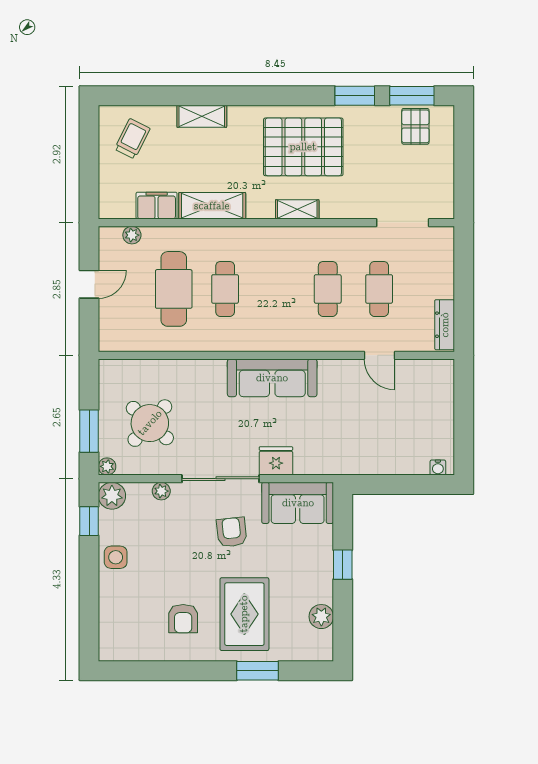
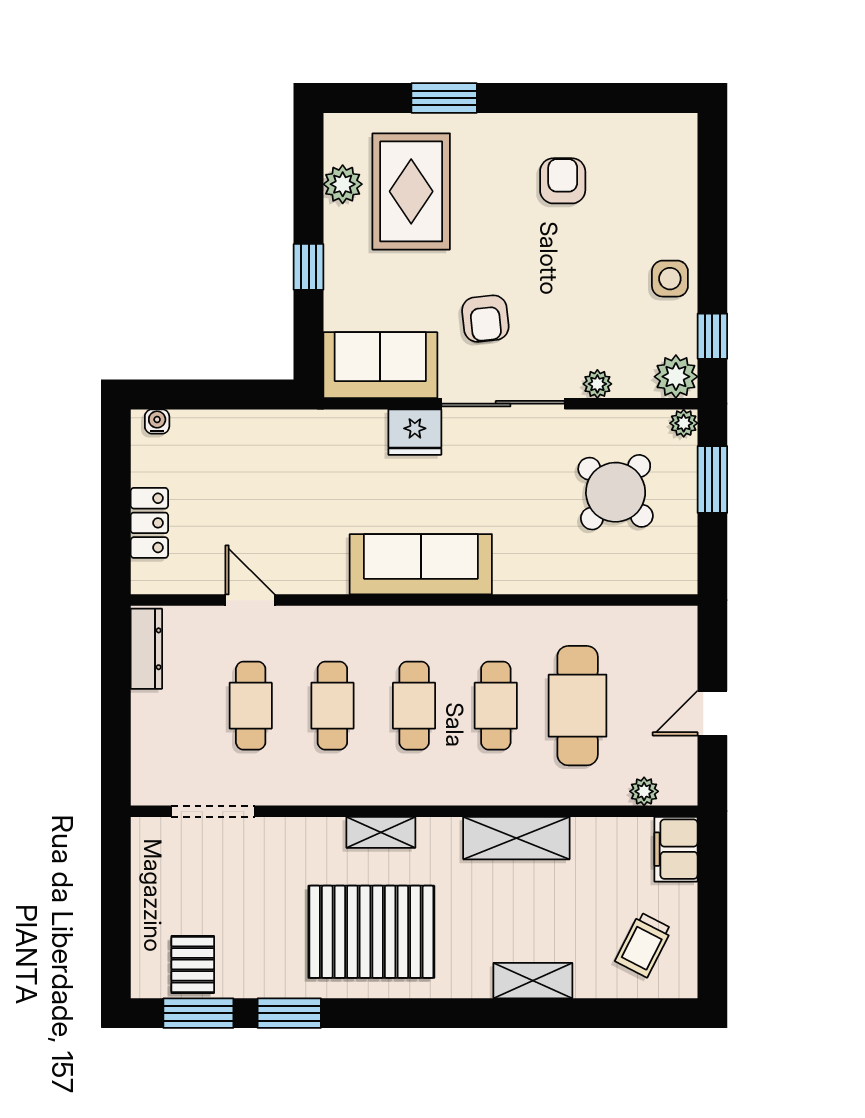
filing cabinet: (157, 206) -> (676, 849), moved, turned 90
cafe table: (276, 289) -> (414, 706), added
locker: (443, 404) -> (149, 523), added
rug: (244, 614) -> (411, 191), moved

